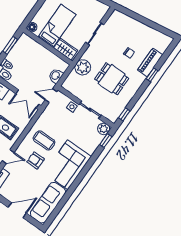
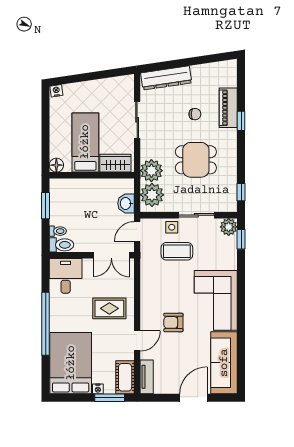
dresser: (127, 22) -> (166, 78), added
plant: (74, 81) -> (152, 195), added
coffee table: (44, 140) -> (177, 251), moved

